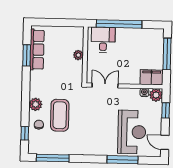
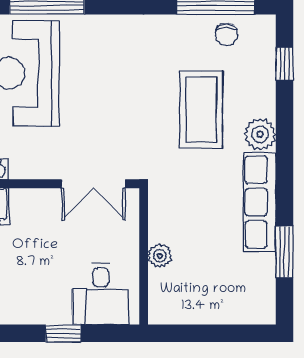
window: (119, 24) -> (63, 333), width x0.32
row of seats: (37, 50) -> (260, 202), moved
chair: (39, 125) -> (227, 34), moved

